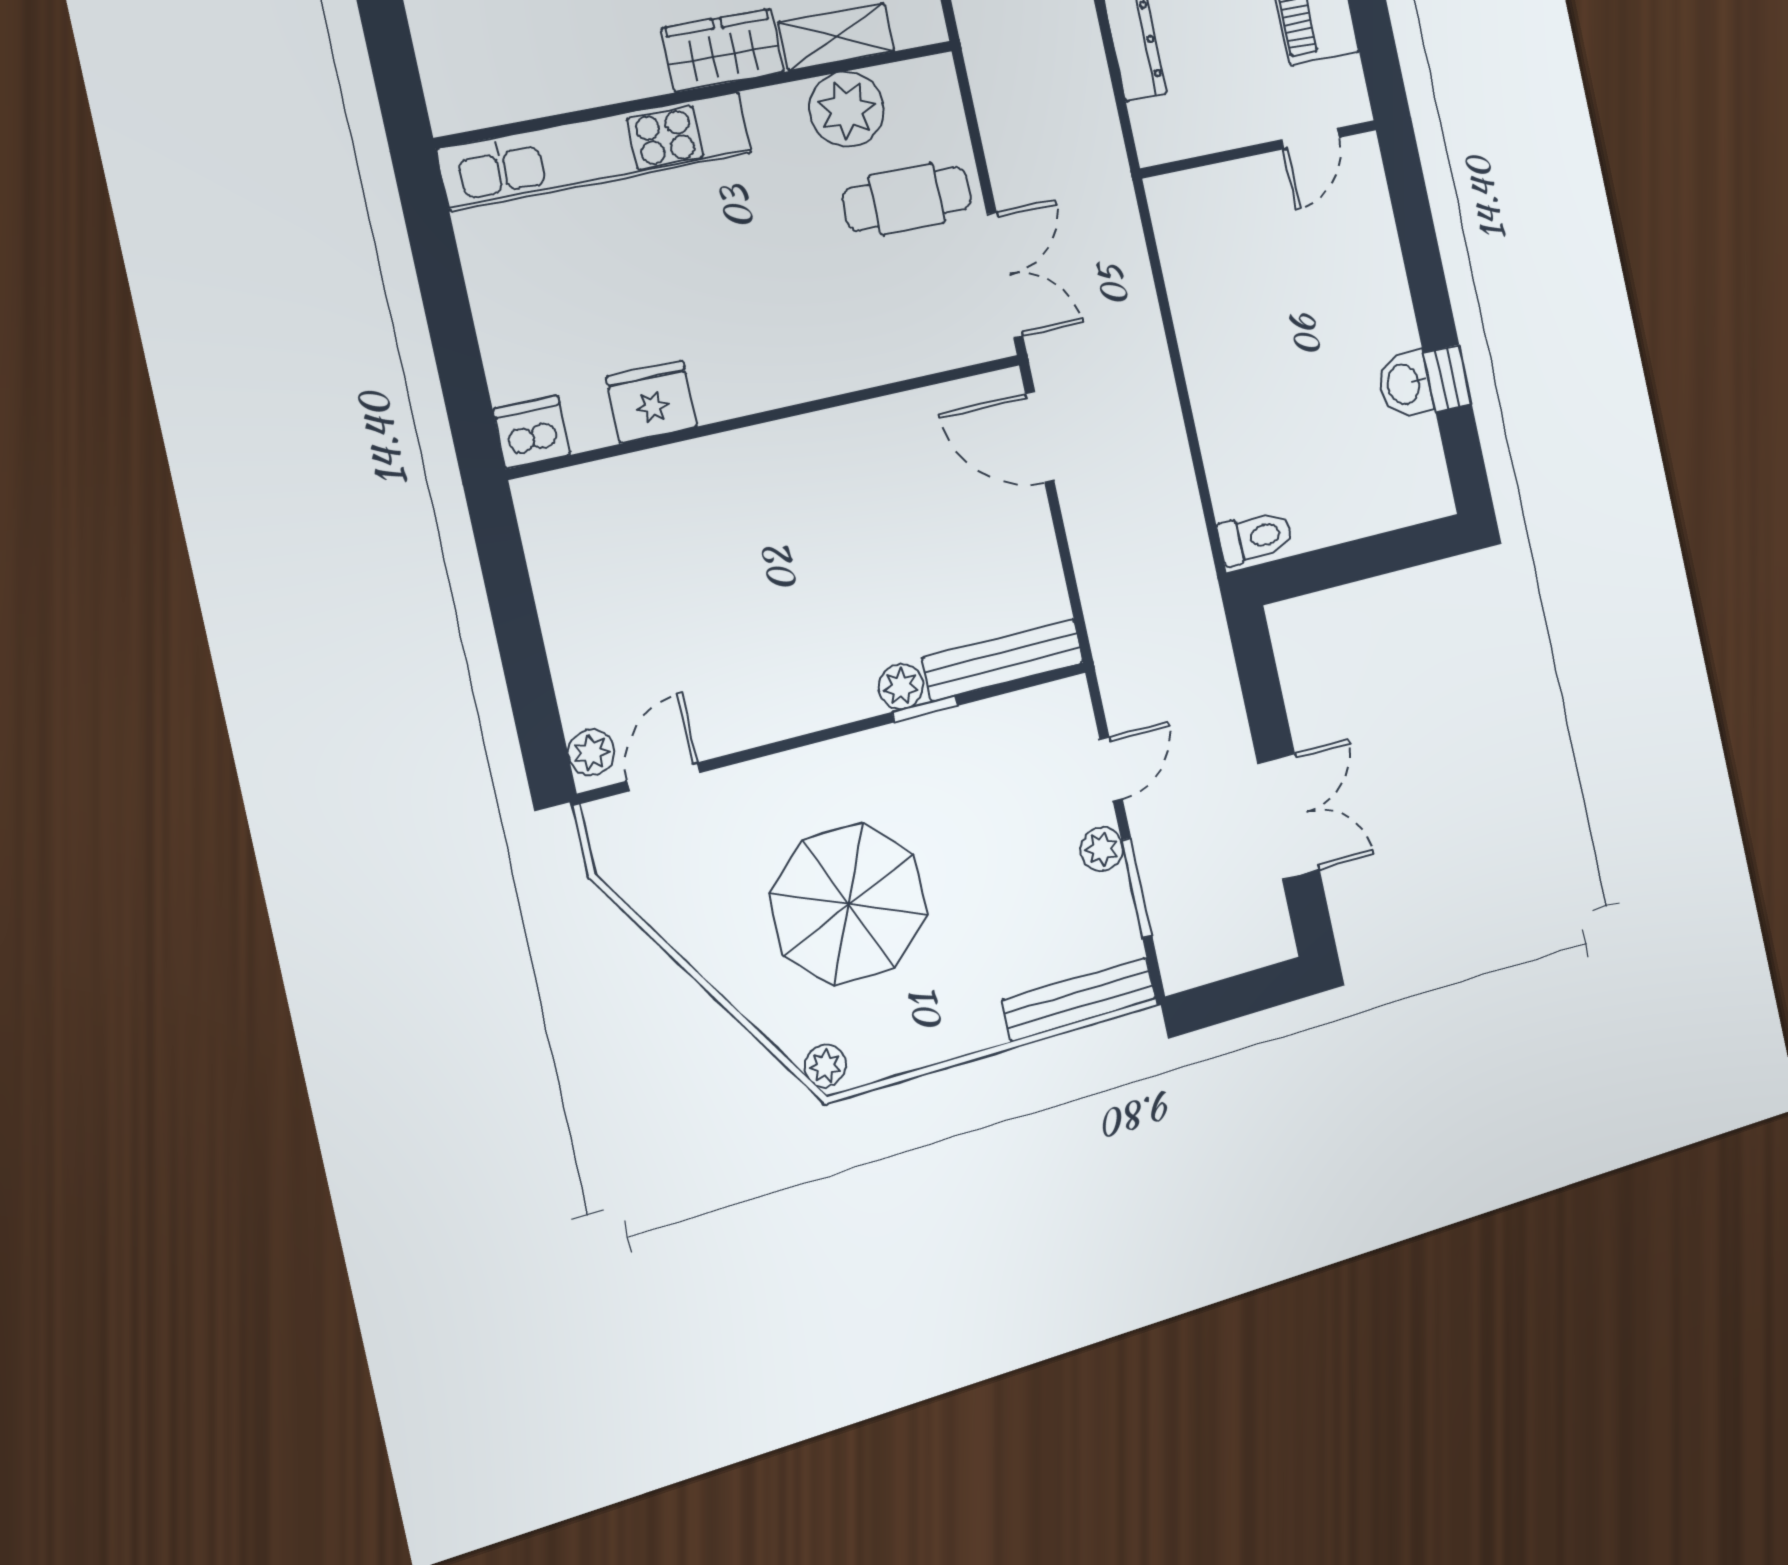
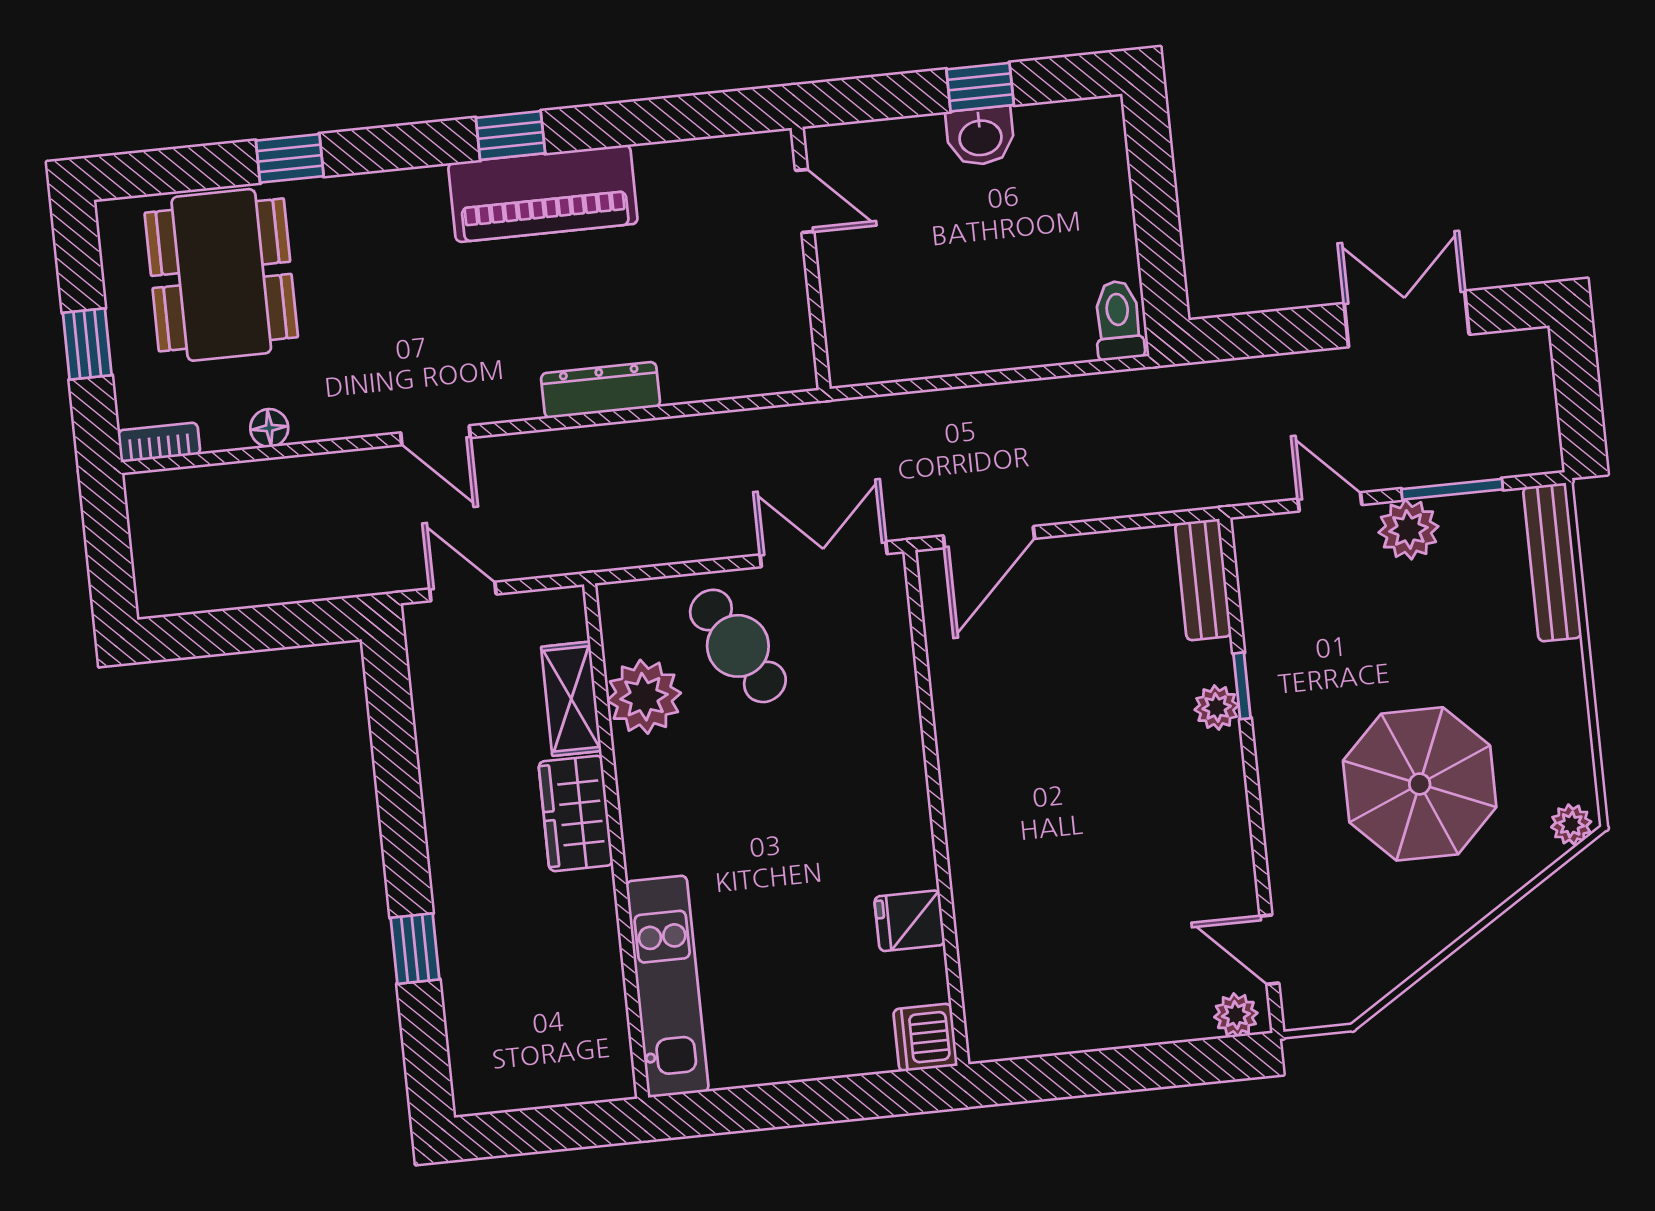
door: (1310, 139) -> (805, 201), moved
wall: (1259, 149) -> (811, 258), moved
kitchen unit: (596, 151) -> (667, 986), width x0.73
cafe table: (907, 199) -> (738, 646), turned -31
fridge: (652, 402) -> (910, 921), width x0.72
bench: (1003, 660) -> (1203, 580), width x0.73
plant: (1102, 849) -> (1408, 529), width x1.38, depth x1.38

